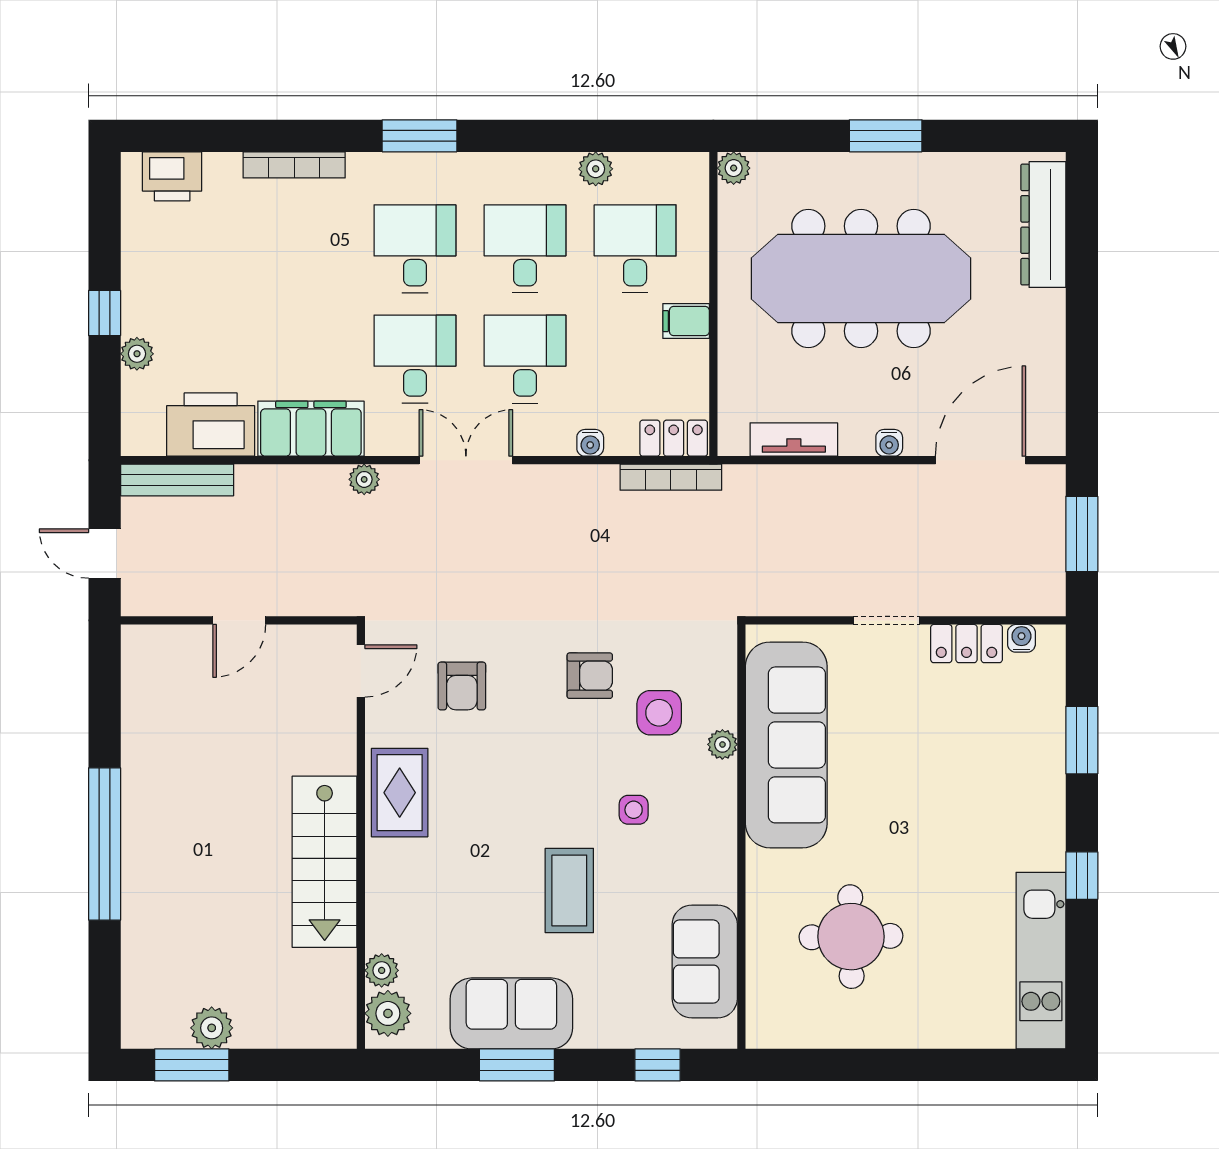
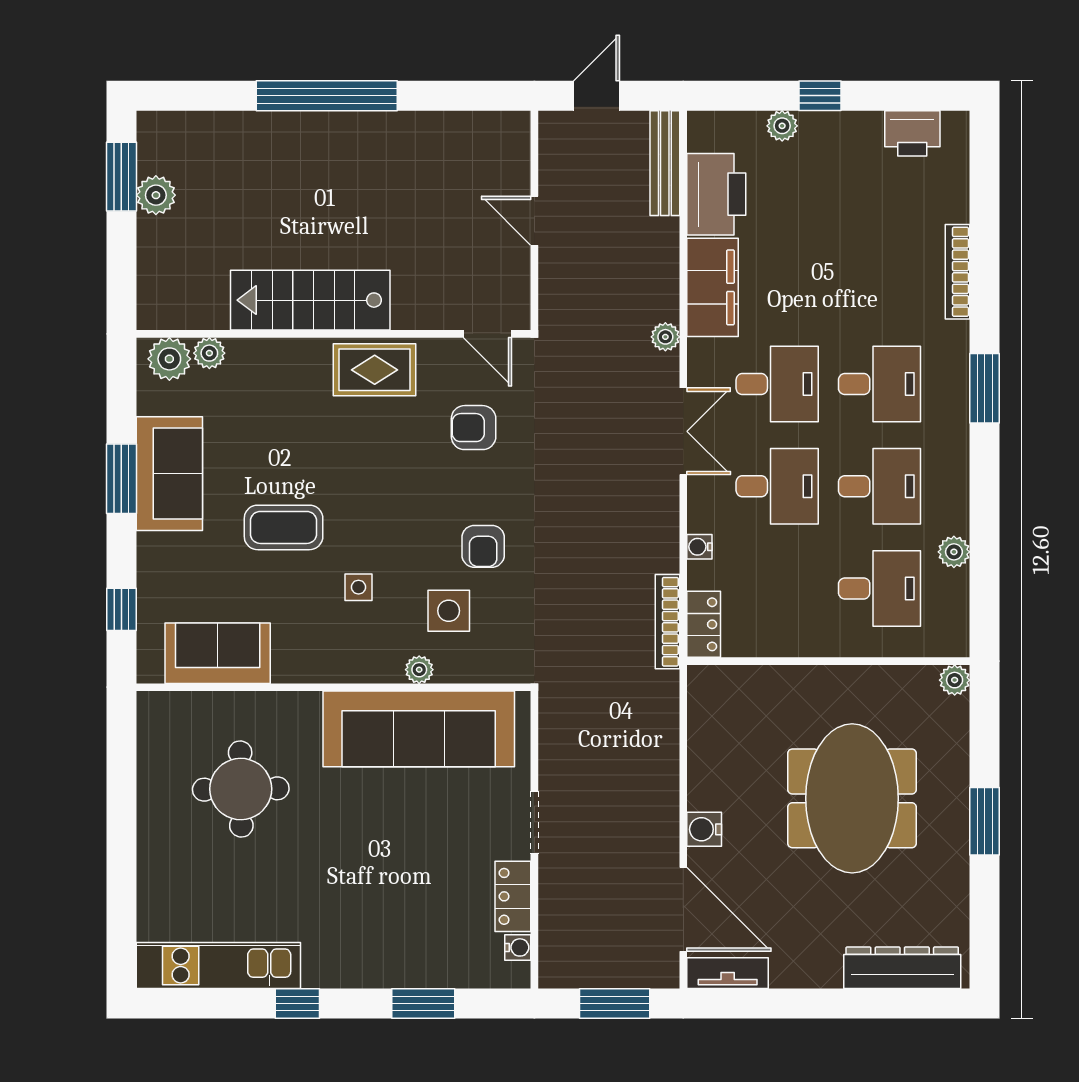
printer: (172, 176) -> (912, 133), moved, turned -90
meeting table: (861, 279) -> (852, 798), width x0.73
filing cabinet: (686, 321) -> (813, 636), removed
tv unit: (794, 440) -> (728, 973), moved, turned -90
water cooler: (889, 443) -> (704, 829), width x1.38, depth x1.38

